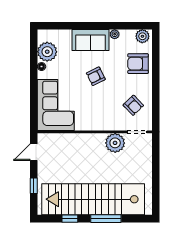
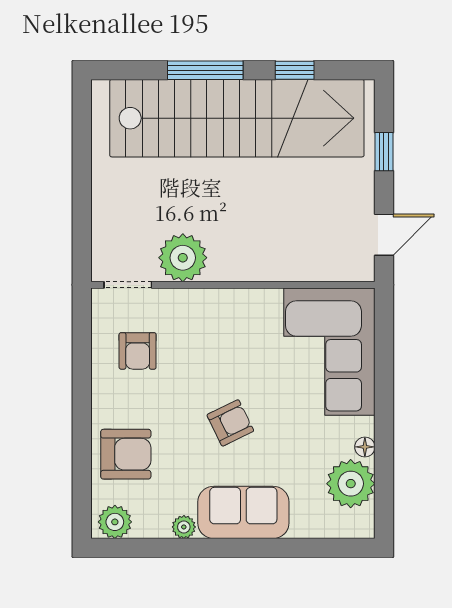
armchair: (133, 105) -> (138, 351), turned -136

